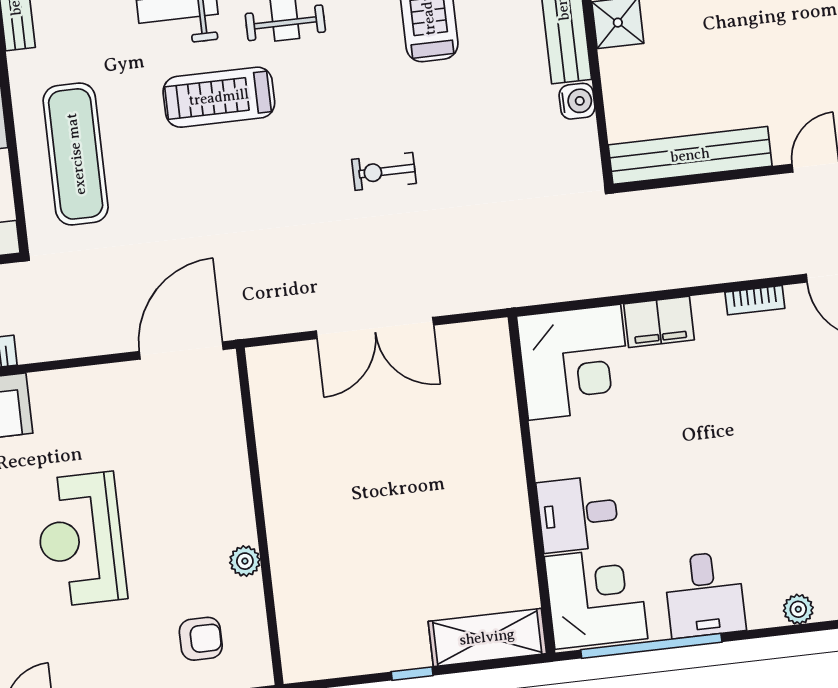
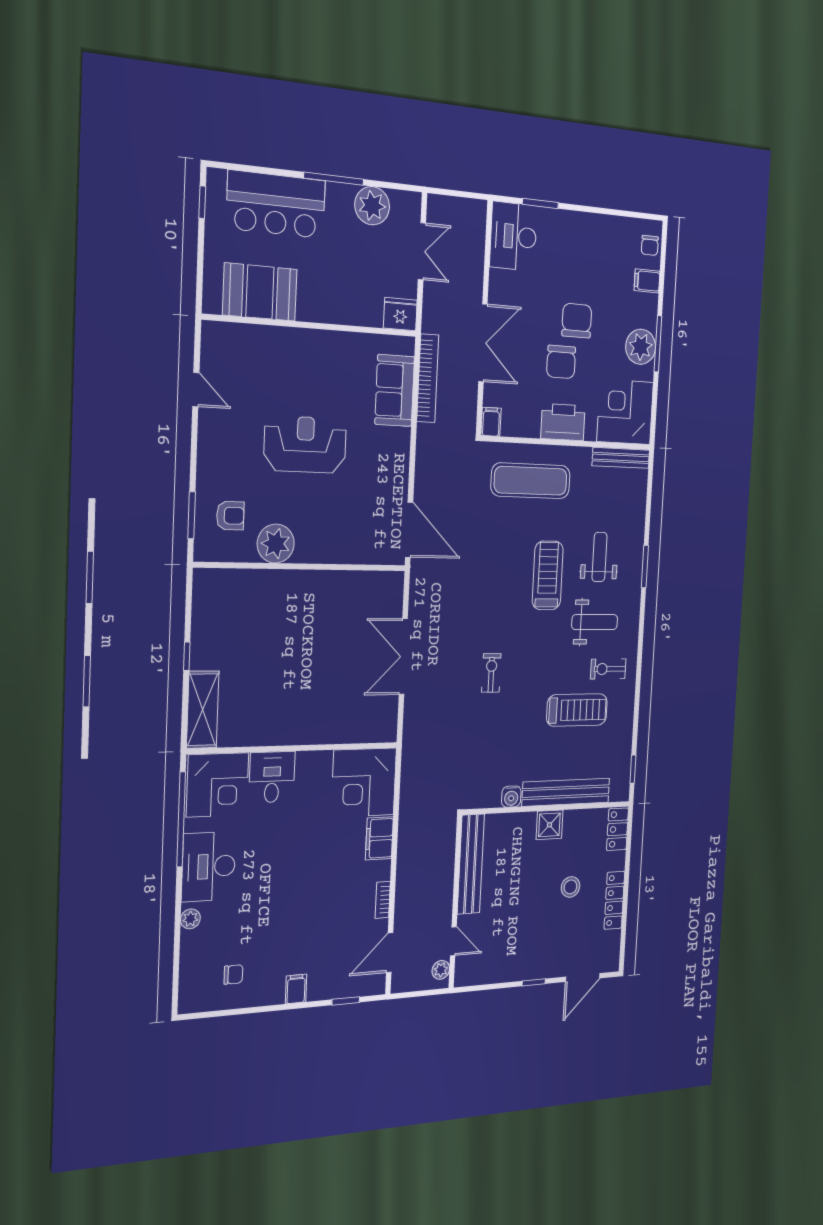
plant: (245, 561) -> (276, 544), width x1.88, depth x1.88
desk: (705, 595) -> (209, 866), width x1.37
armchair: (201, 639) -> (230, 516), turned -90

